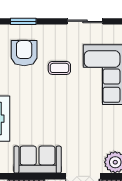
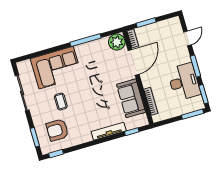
sliding door: (85, 21) -> (22, 93), width x1.37

